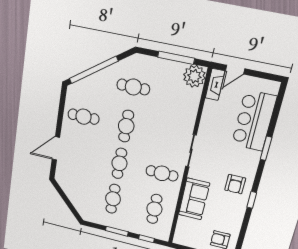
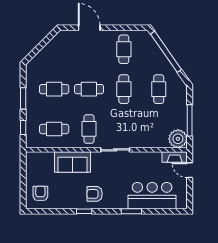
cafe table: (126, 126) -> (124, 89), turned 90

